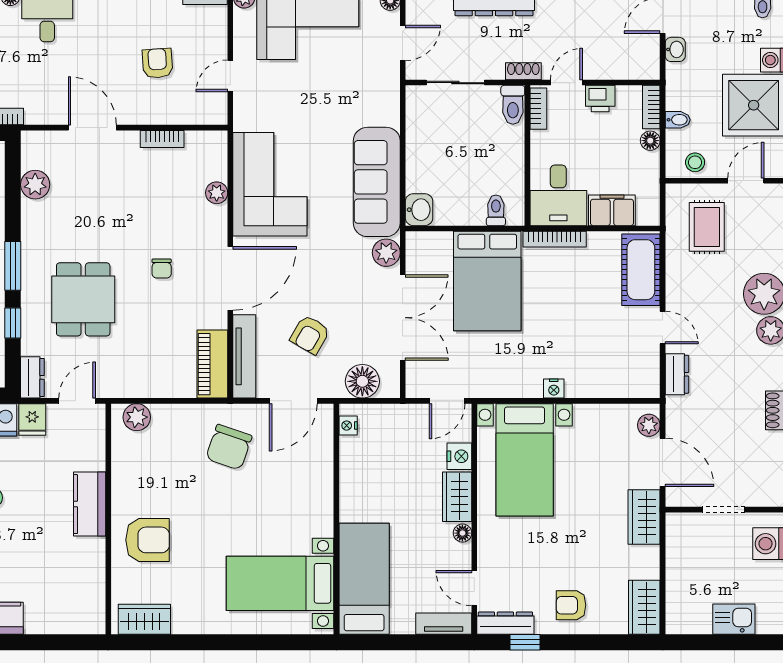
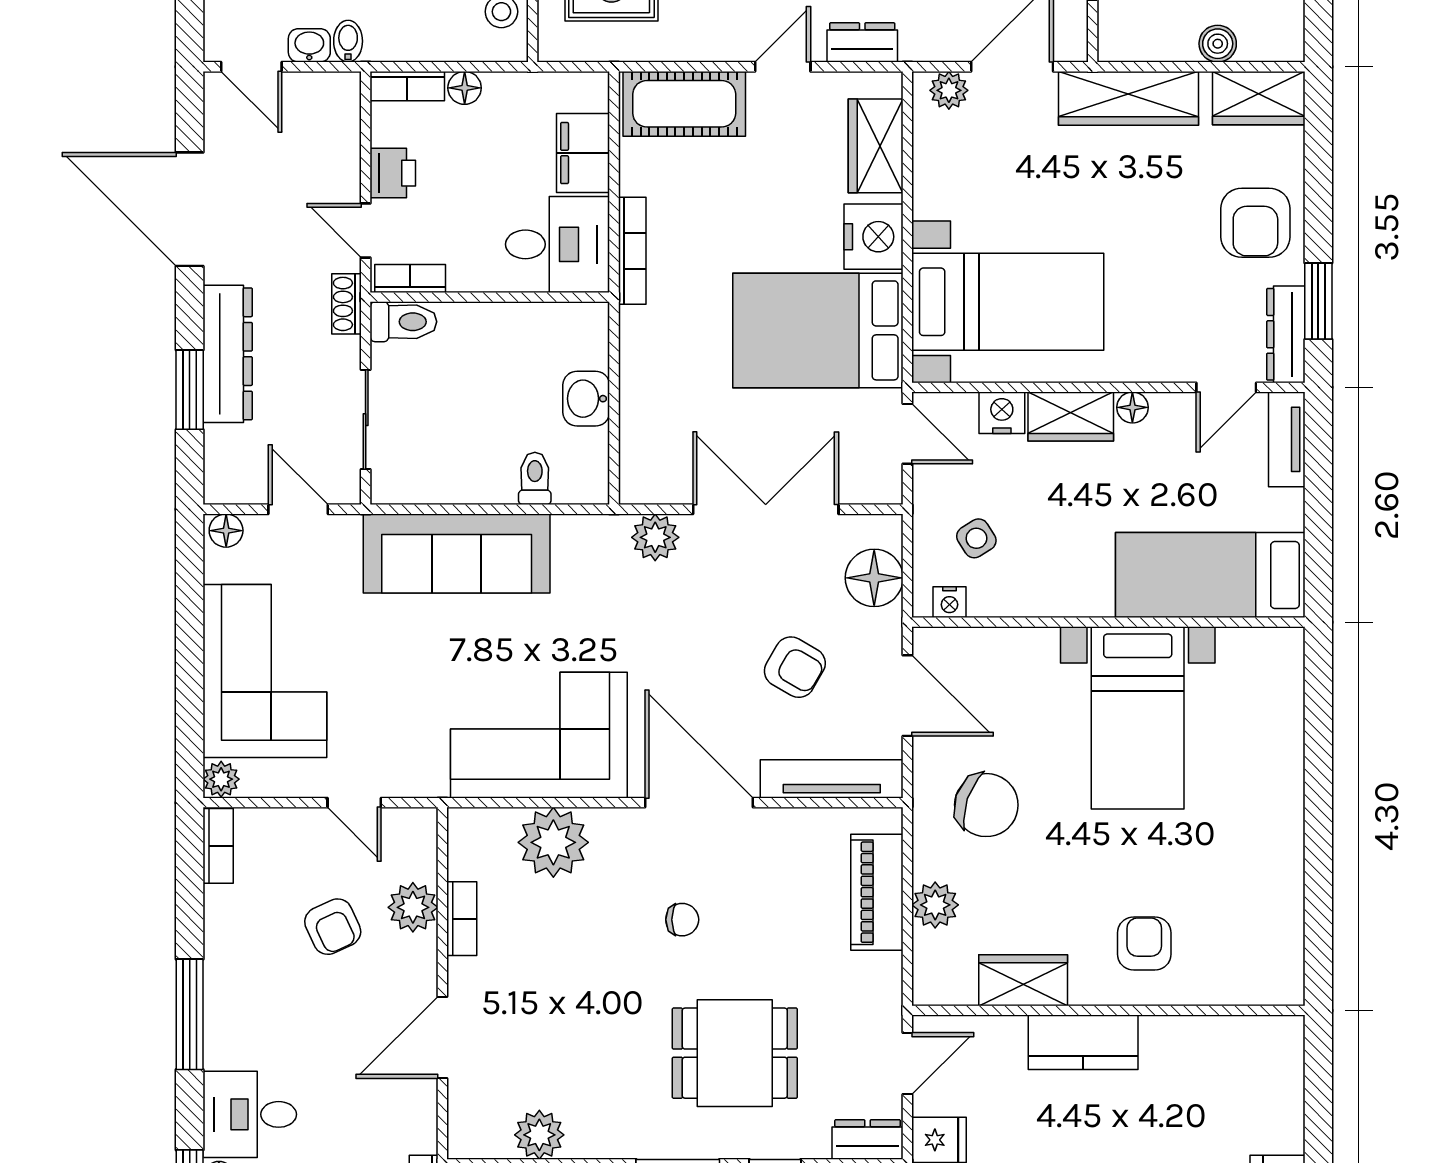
armchair: (158, 63) -> (333, 927), turned -111
plant: (169, 110) -> (413, 907), added
bidet: (678, 120) -> (348, 41), moved
sofa: (377, 182) -> (457, 553), moved
plant: (217, 193) -> (553, 842), width x1.87, depth x1.87
washbasin: (419, 210) -> (586, 399), moved, turned -90
toilet: (496, 210) -> (535, 478), moved, turned 90
bed: (487, 281) -> (818, 330), moved, turned 180
piano: (212, 364) -> (877, 892), moved, turned 90
wardrobe: (616, 382) -> (876, 146), added
nightstand: (554, 389) -> (874, 237), width x1.89, depth x1.79
door: (77, 401) -> (907, 1063), swing flipped
plant: (137, 417) -> (935, 905), moved
side table: (386, 441) -> (976, 538), added
wardrobe: (644, 517) -> (1129, 98), width x1.50
armchair: (148, 540) -> (1144, 943), width x0.72, depth x0.72
bed with nightstands: (280, 583) -> (1138, 718), moved
boiler: (676, 583) -> (1218, 44), added
armchair: (571, 605) -> (1255, 223), width x1.38, depth x1.38
wardrobe: (144, 619) -> (1023, 980), moved, turned 90
window: (525, 642) -> (1318, 301), width x1.50

